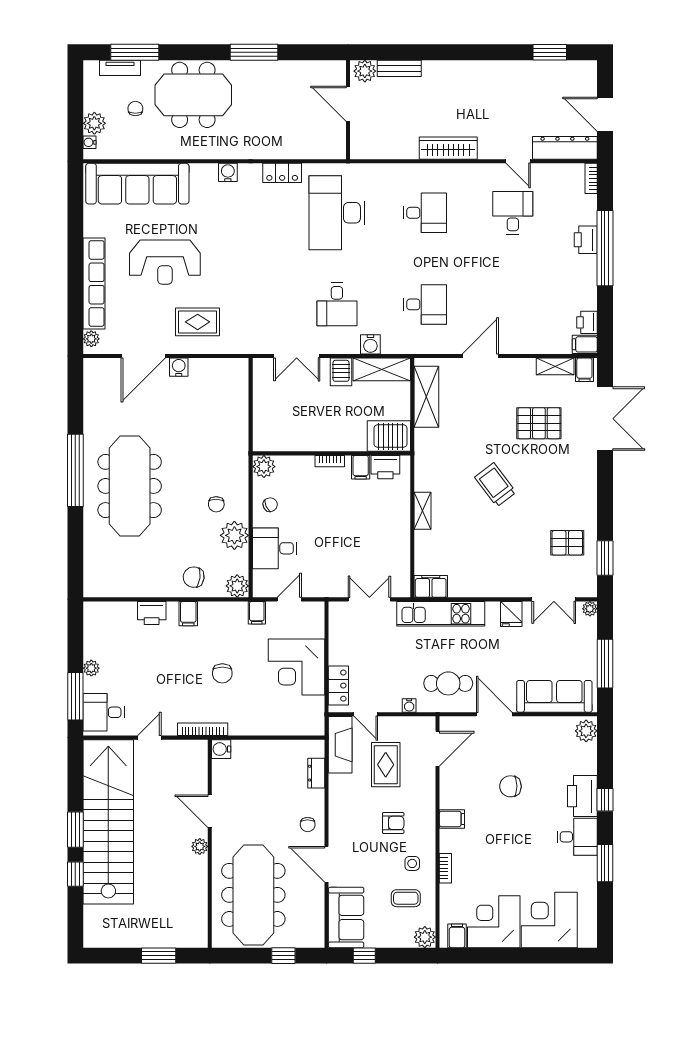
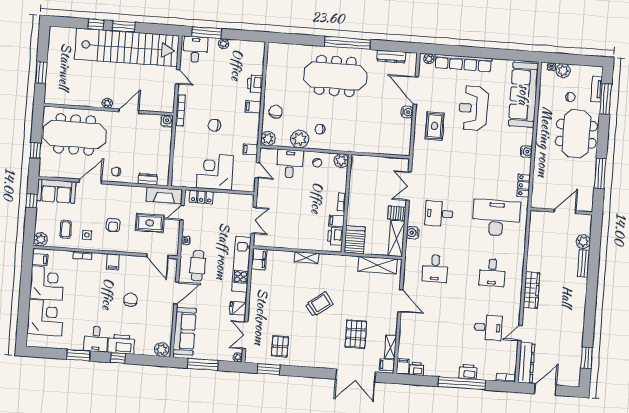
door: (348, 104) -> (565, 211), moved
wall: (348, 110) -> (561, 211), moved
dresser: (92, 399) -> (391, 57), added

